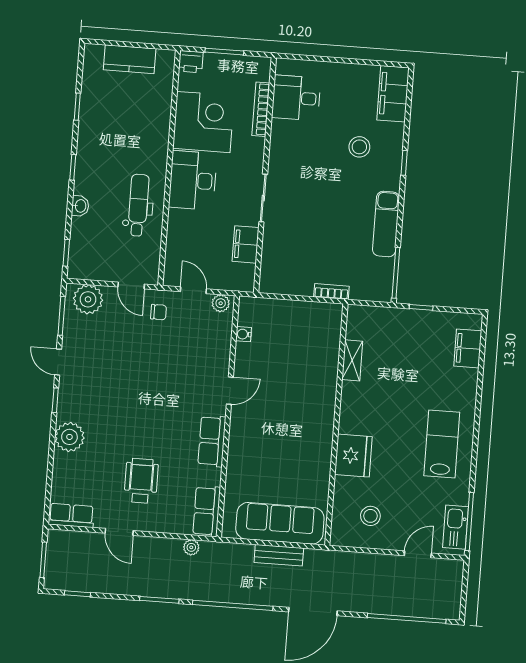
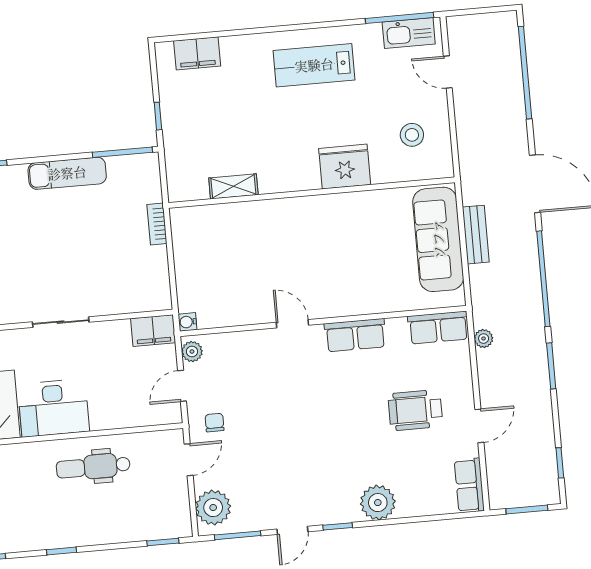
washbasin: (80, 206) -> (105, 535), removed
filing cabinet: (246, 244) -> (153, 331), moved
water cooler: (244, 334) -> (188, 322), moved, turned 90

